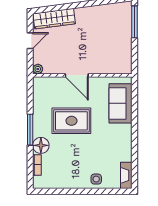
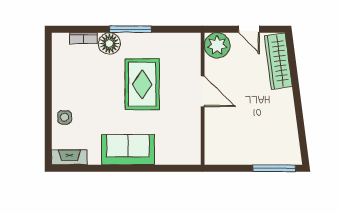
plant: (38, 69) -> (217, 45), width x1.88, depth x1.88
door: (77, 75) -> (203, 91), swing flipped
sofa: (120, 103) -> (128, 150), moved

